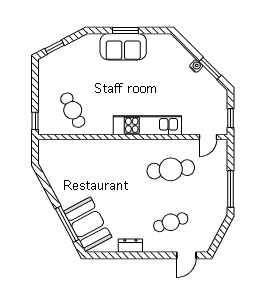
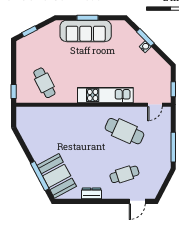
sofa: (123, 47) -> (86, 31), width x1.36
window: (210, 68) -> (145, 37), moved
cafe table: (171, 169) -> (124, 131), turned 30

